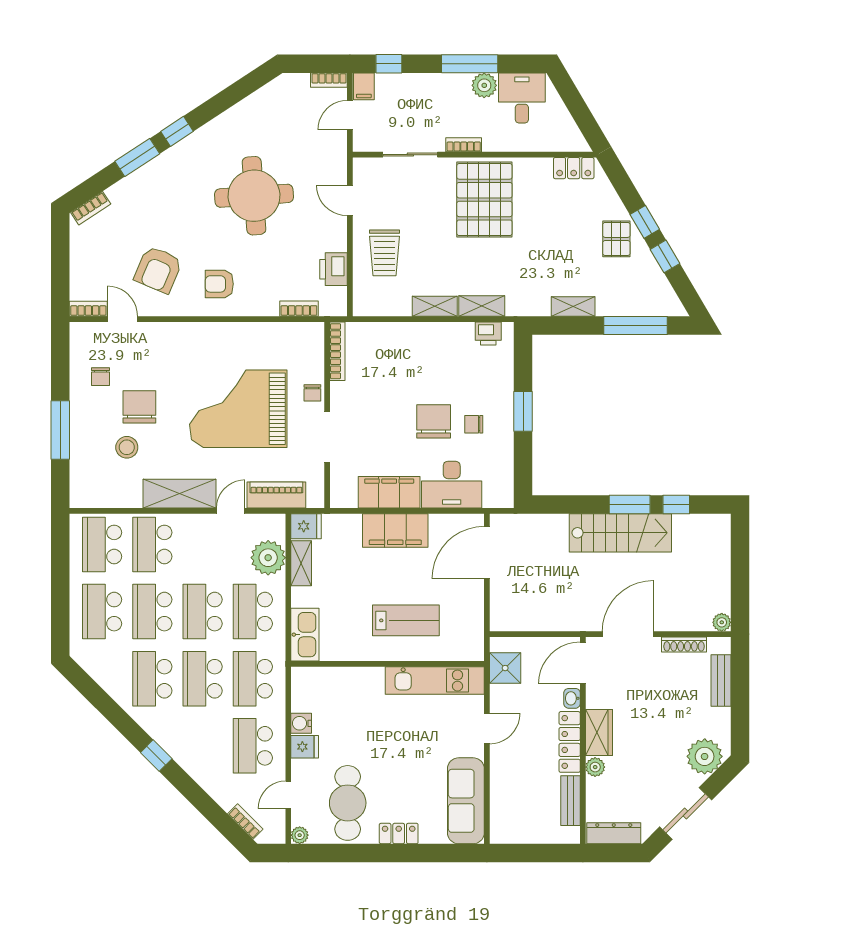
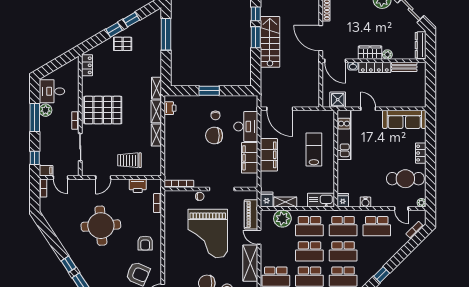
trolley: (384, 253) -> (130, 160), turned 180
shelving: (573, 306) -> (156, 88), moved
fridge: (305, 747) -> (343, 200), moved

